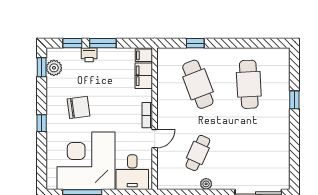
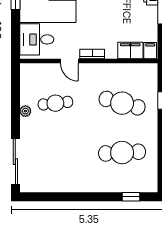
cafe table: (198, 84) -> (122, 103), turned 36
window: (294, 100) -> (131, 197), moved
cafe table: (198, 153) -> (55, 103), turned -30

